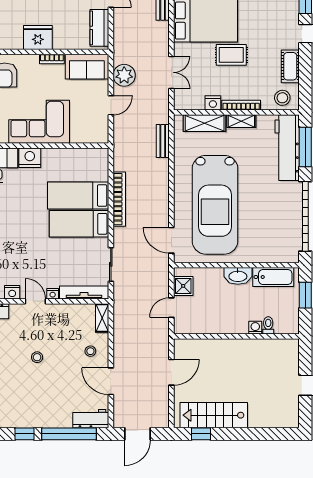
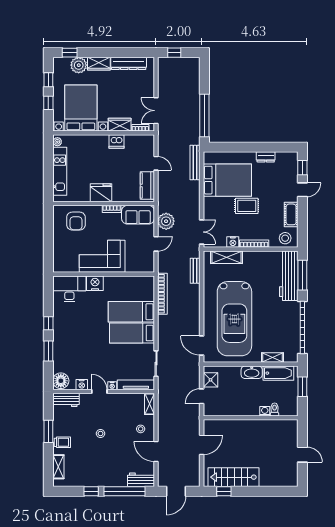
double door: (171, 72) -> (202, 232), moved
shelving: (241, 121) -> (272, 358), moved
bookcase: (119, 199) -> (162, 294), moved

